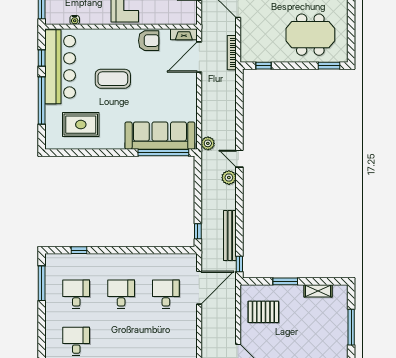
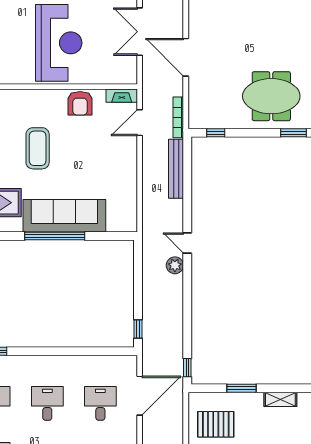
armchair: (149, 41) -> (80, 103), turned 90
door: (199, 57) -> (140, 123), width x0.73
coffee table: (113, 79) -> (38, 148), turned 90
sofa: (160, 136) -> (64, 216), moved
plant: (208, 143) -> (150, 225), removed
window: (163, 153) -> (55, 236), moved
bench: (230, 236) -> (176, 169), moved

